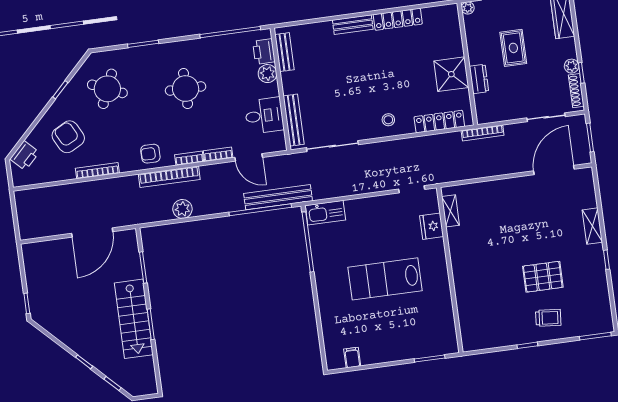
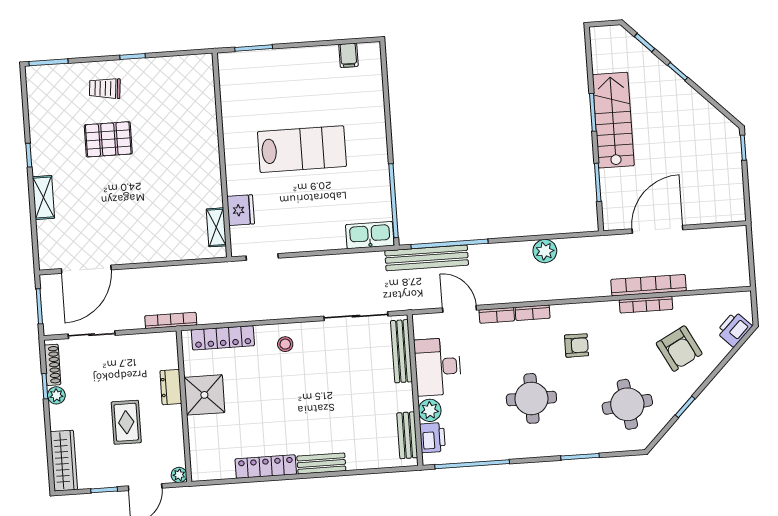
round table: (107, 89) -> (627, 404), turned -30
desk: (264, 116) -> (438, 367), width x1.37
armchair: (150, 154) -> (577, 345), moved
bookcase: (169, 177) -> (649, 285), moved

